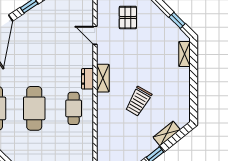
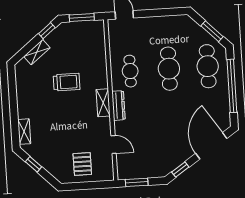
dresser: (88, 79) -> (119, 106), width x1.44
trolley: (138, 101) -> (67, 82), turned 60

